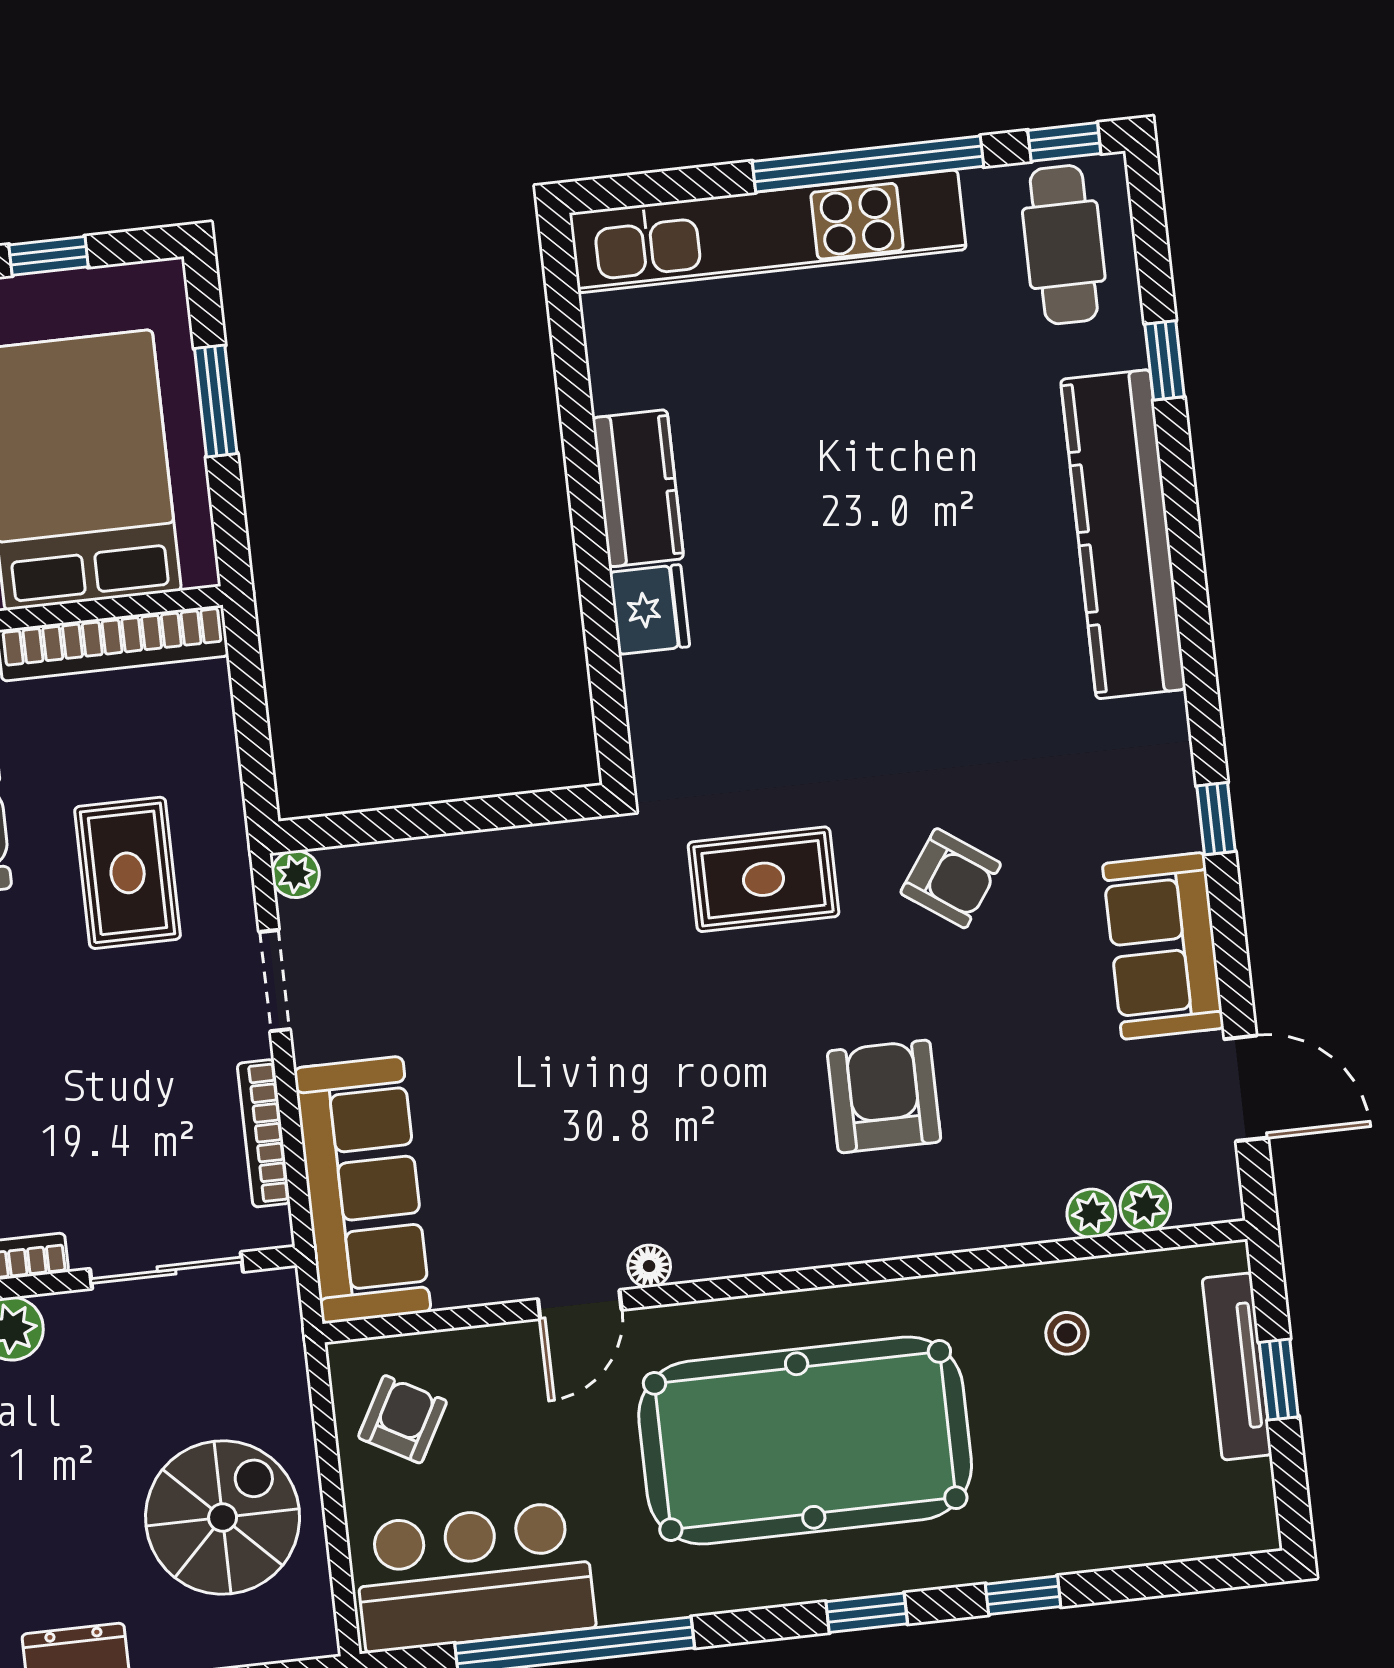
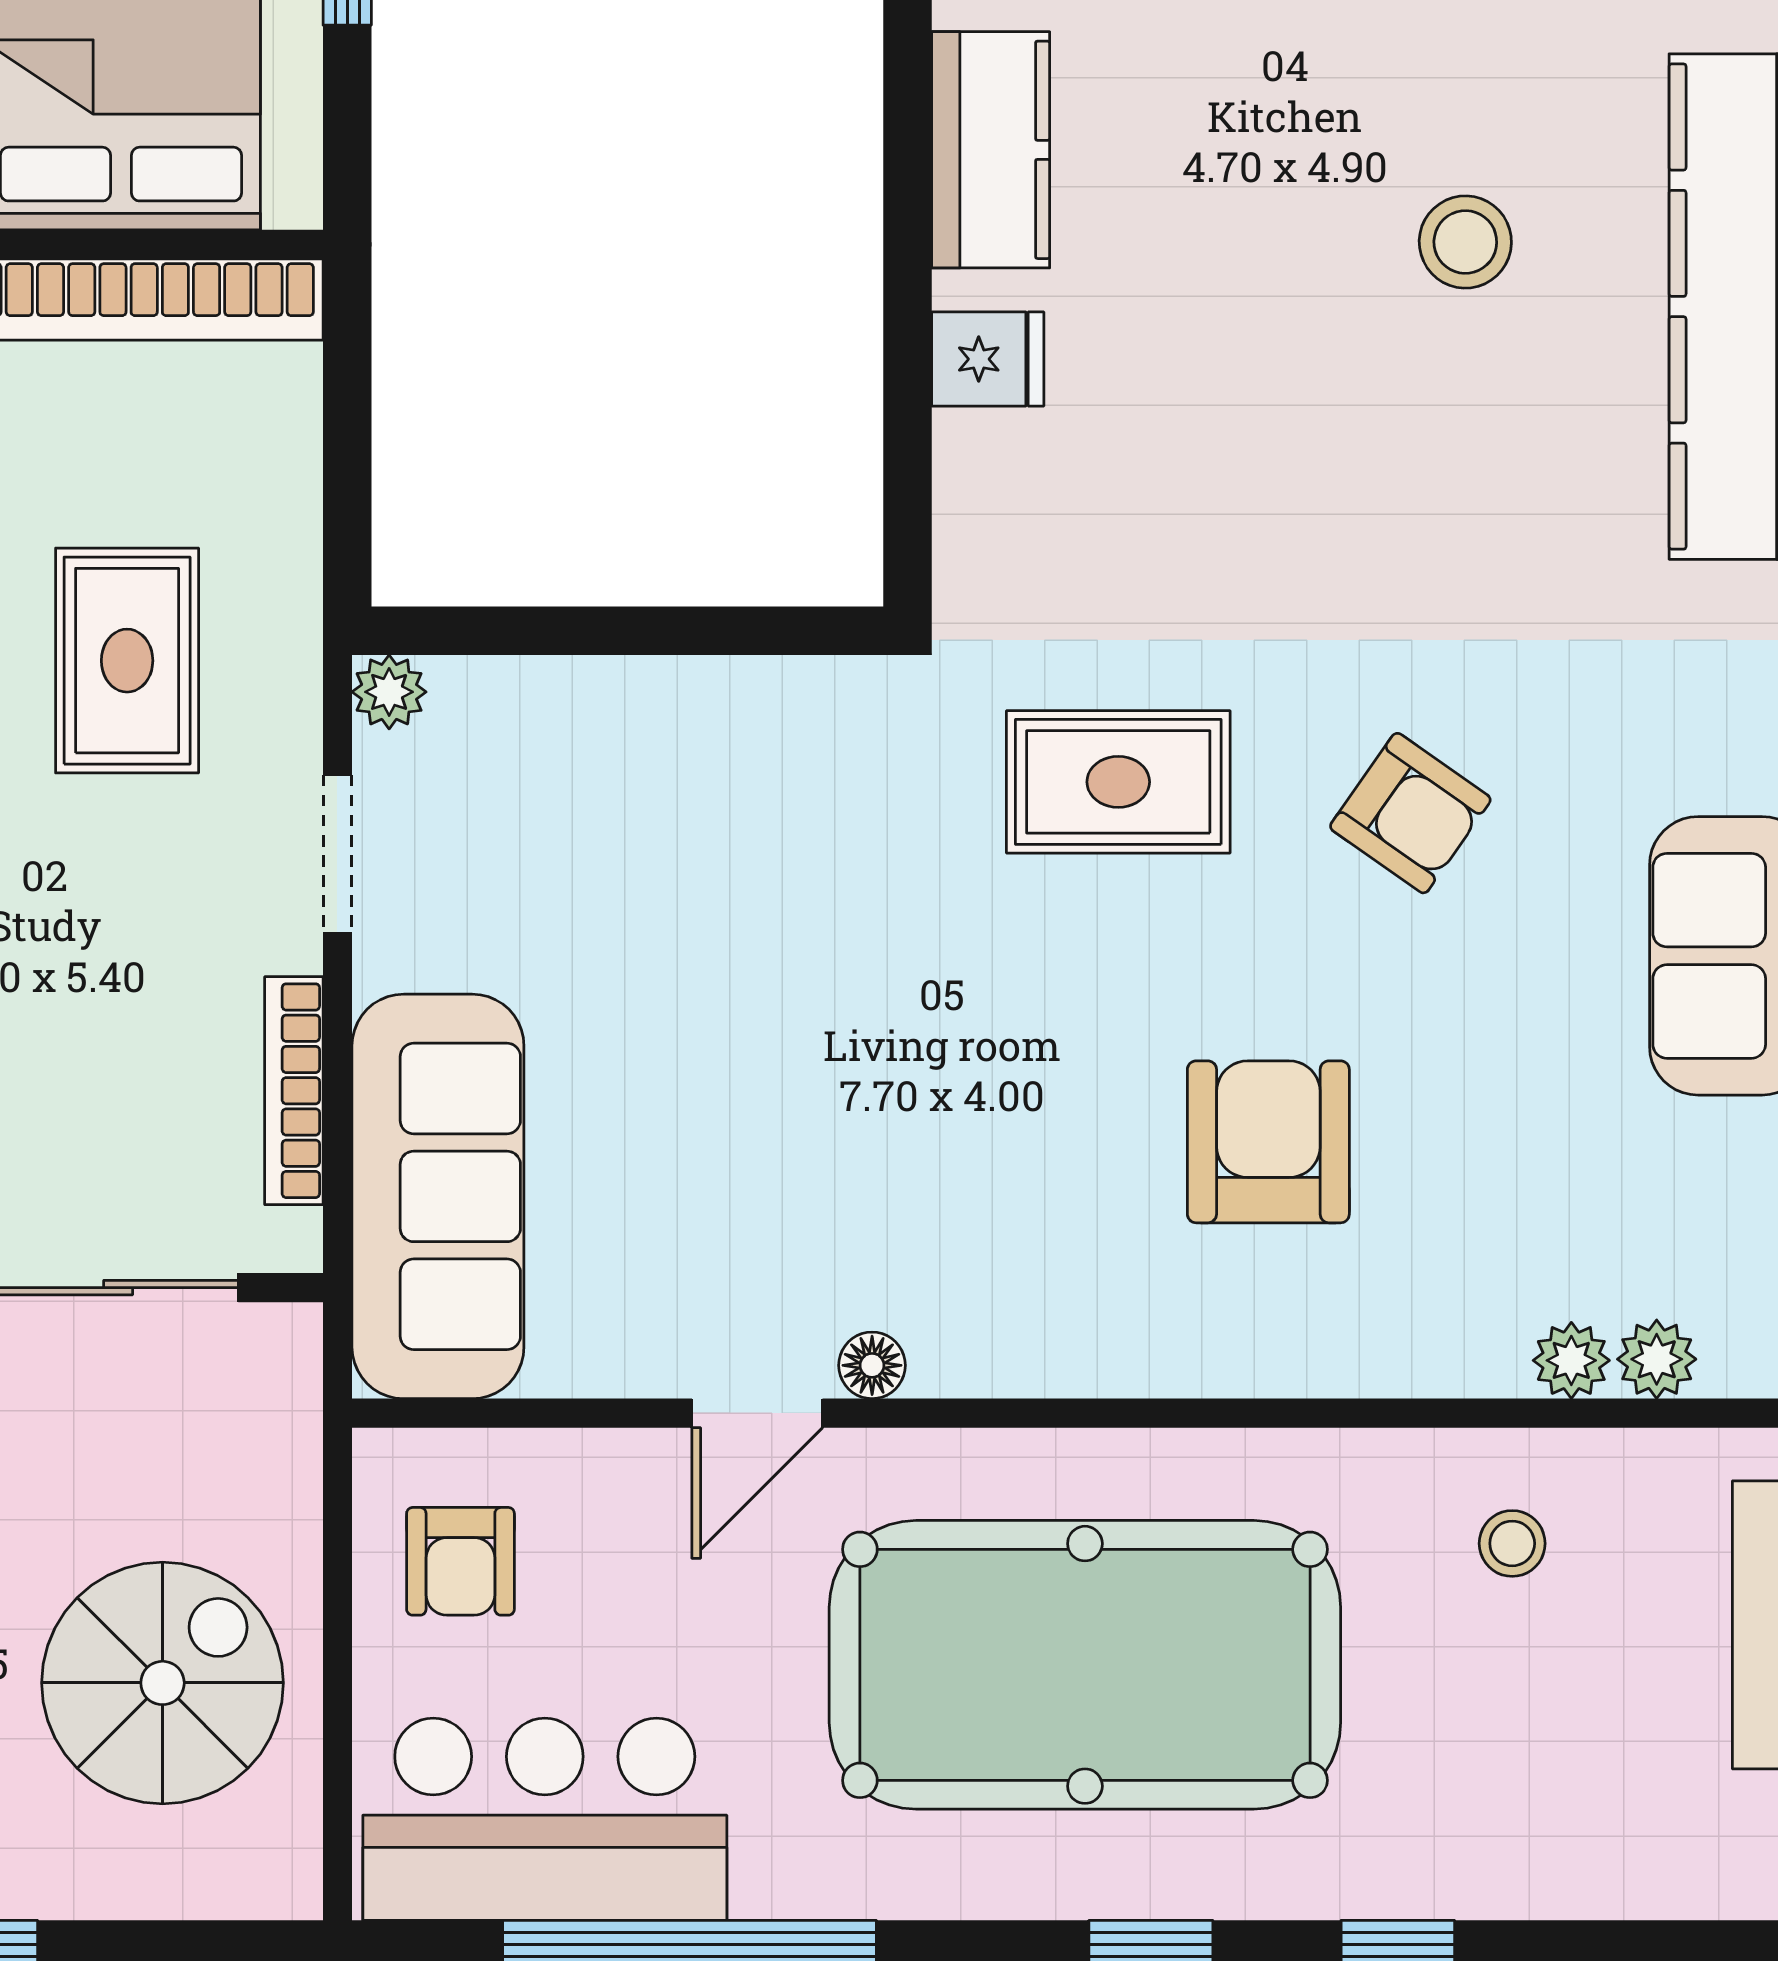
stool: (945, 513) -> (1465, 242), added
fridge: (650, 609) -> (988, 359), width x0.72
armchair: (403, 1419) -> (460, 1561), turned 151

